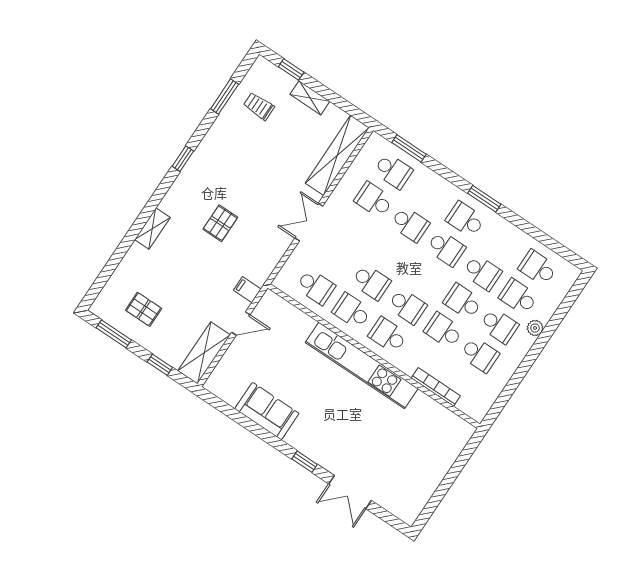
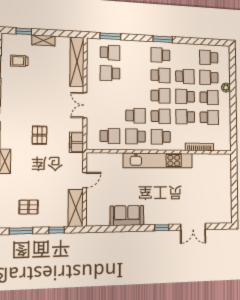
school desk: (410, 224) -> (161, 96), moved
filing cabinet: (247, 290) -> (76, 142), moved, width x2.00

